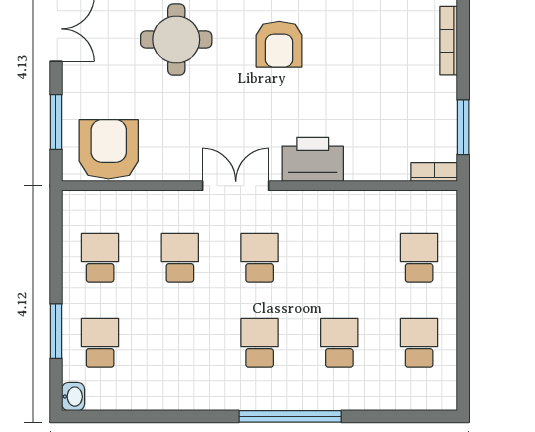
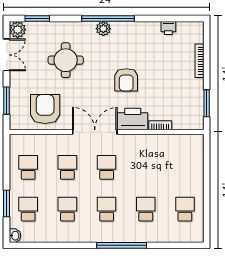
armchair: (279, 44) -> (126, 80), moved
armchair: (109, 149) -> (45, 109), moved
bookcase: (434, 172) -> (160, 125), moved
double door: (236, 186) -> (95, 132), width x1.37
school desk: (419, 258) -> (67, 209), moved

